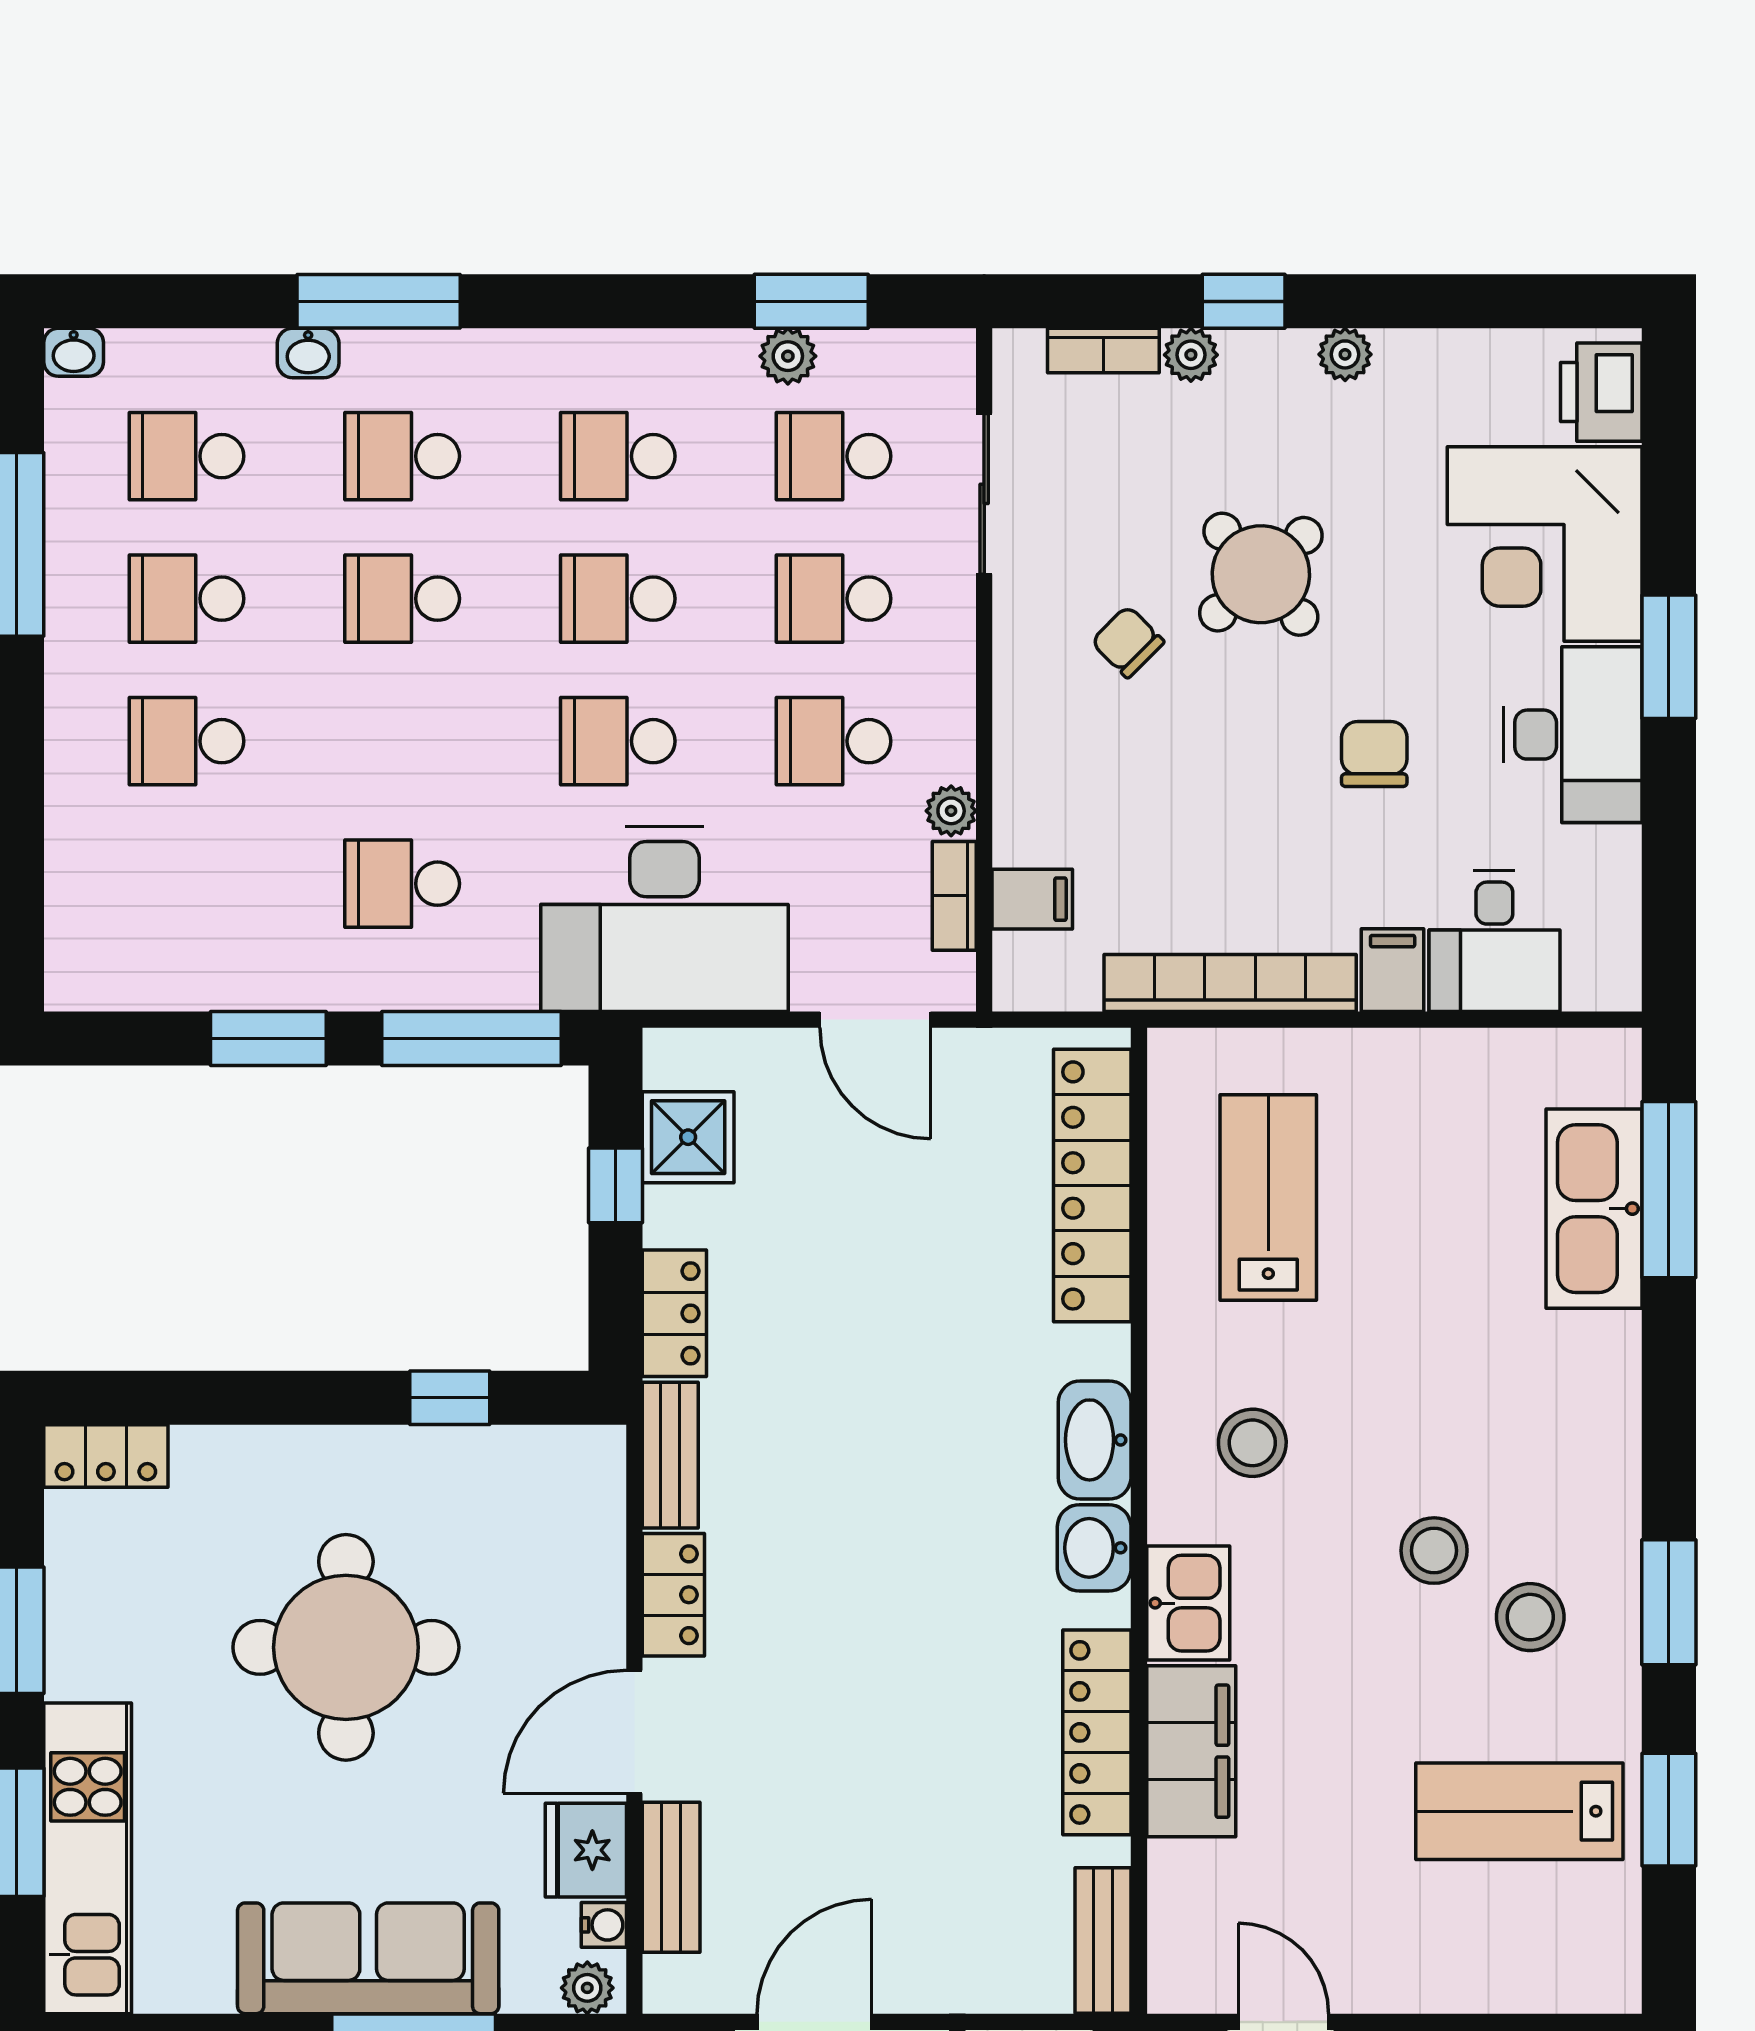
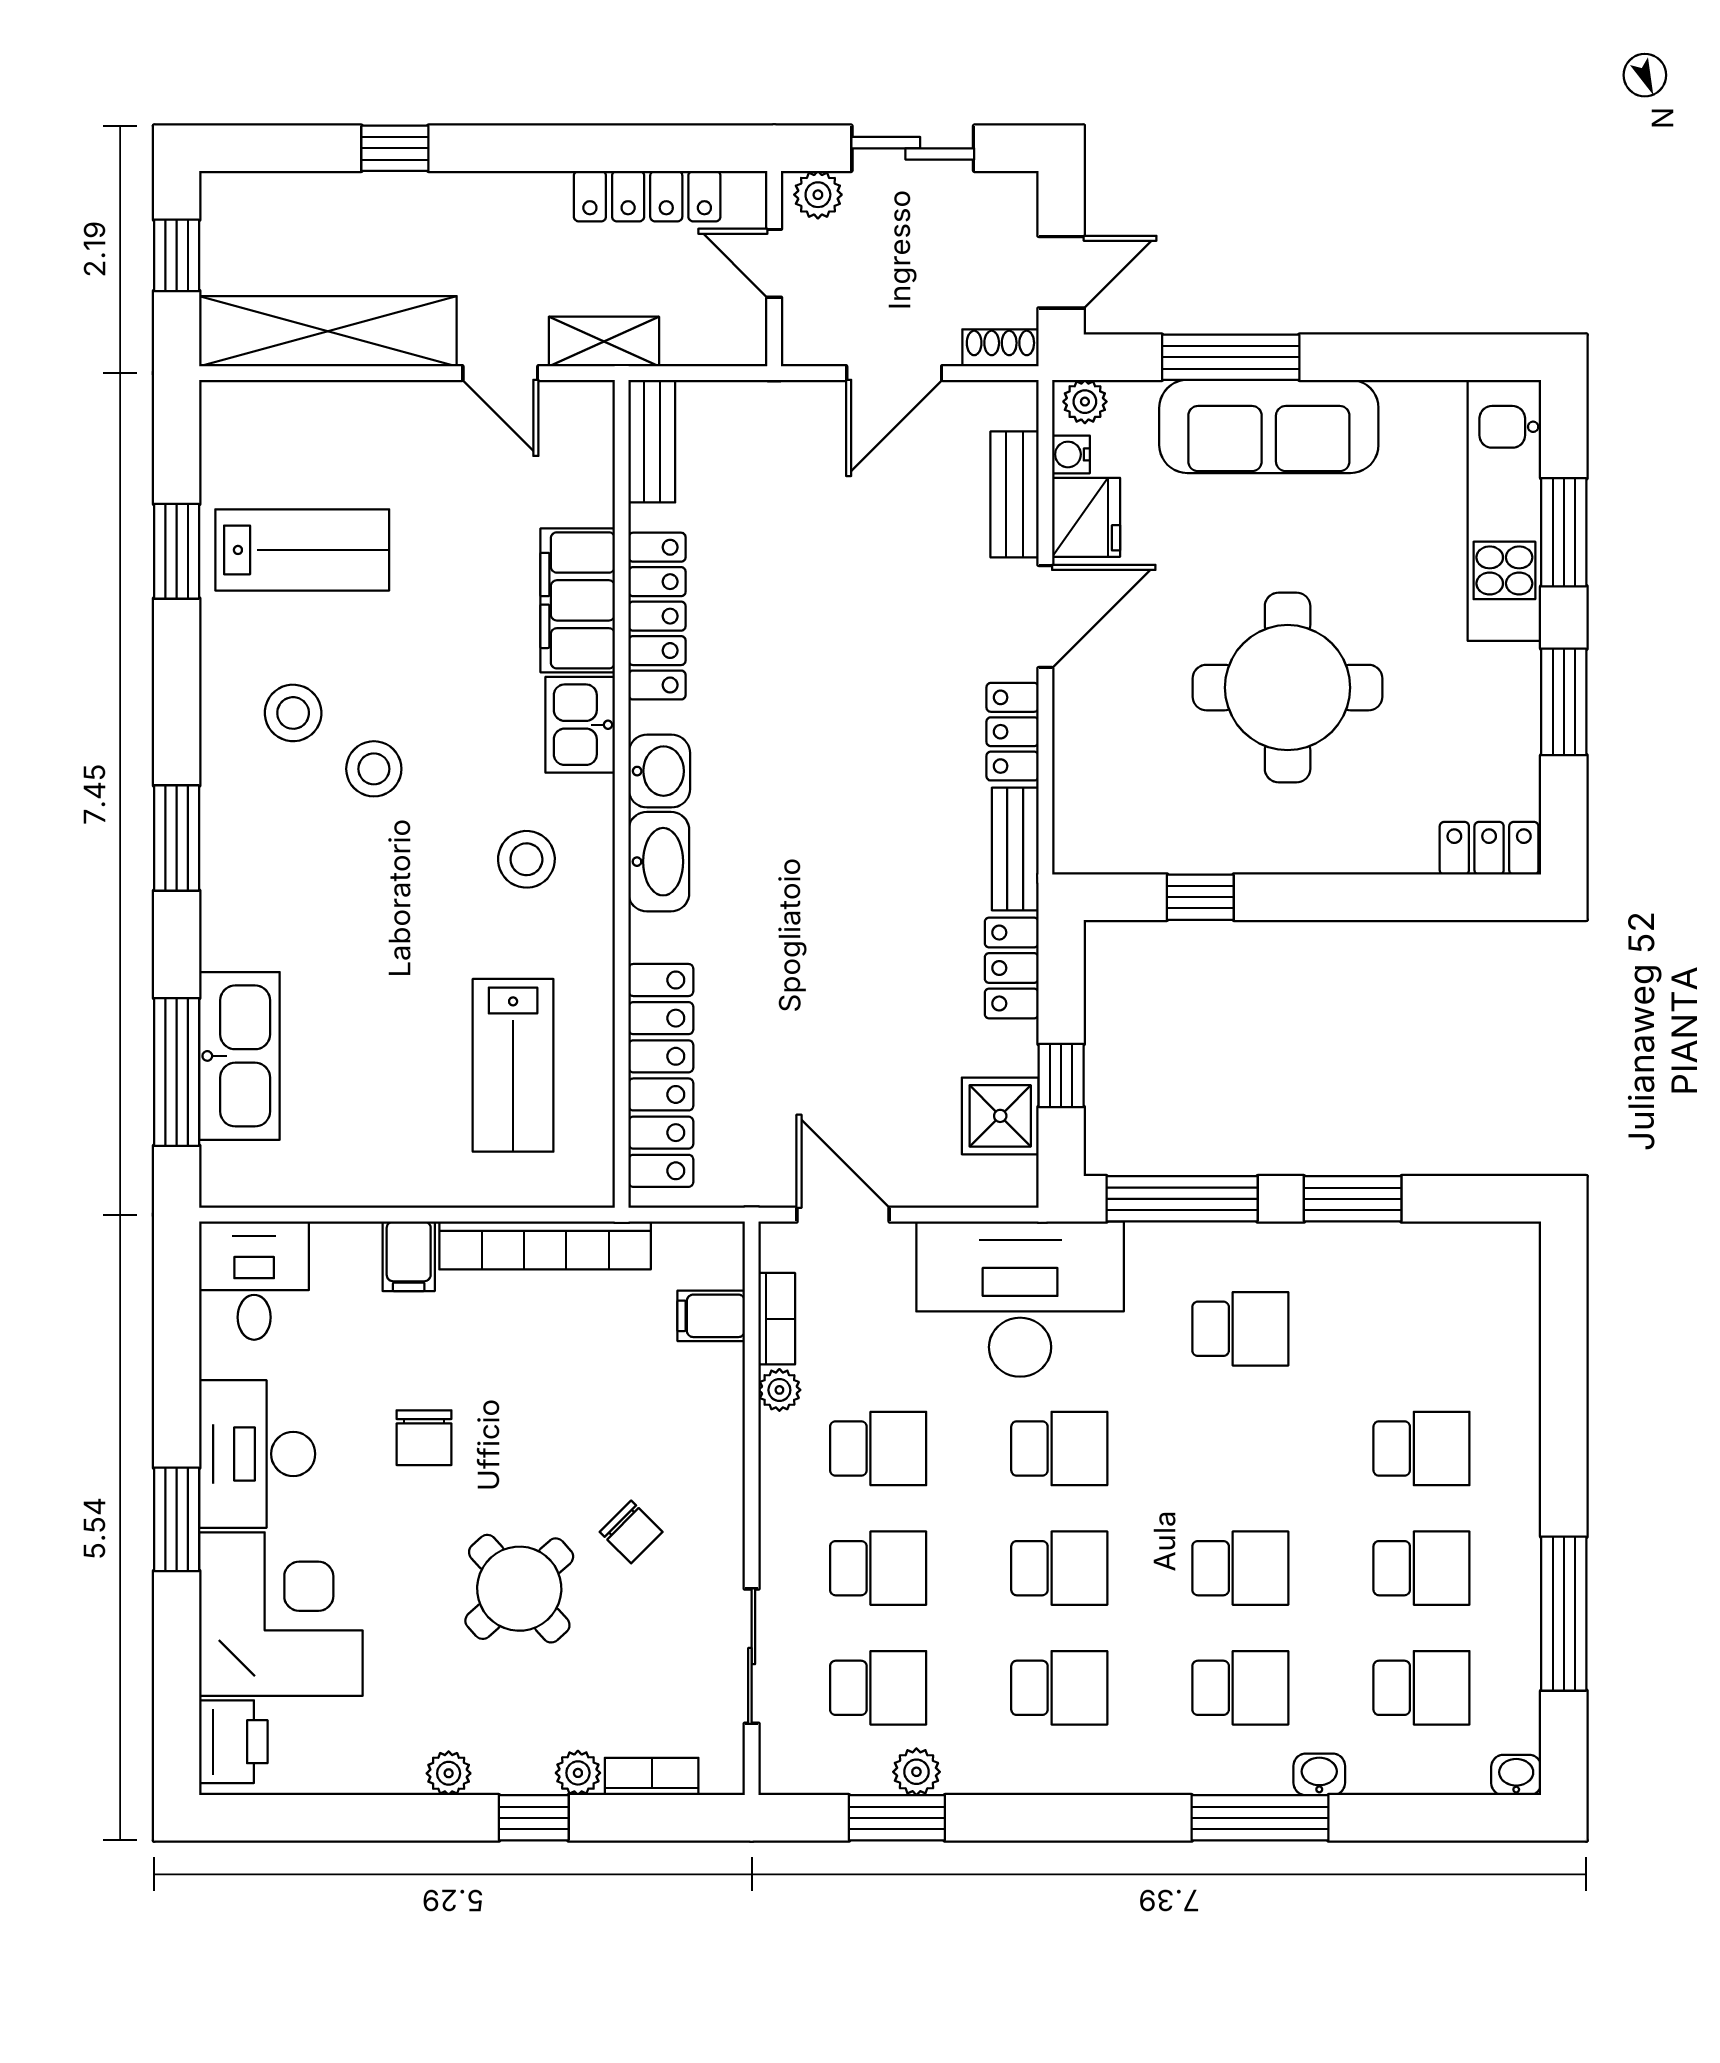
desk: (1494, 941) -> (254, 1281), moved
window: (1669, 1602) -> (177, 838), moved

